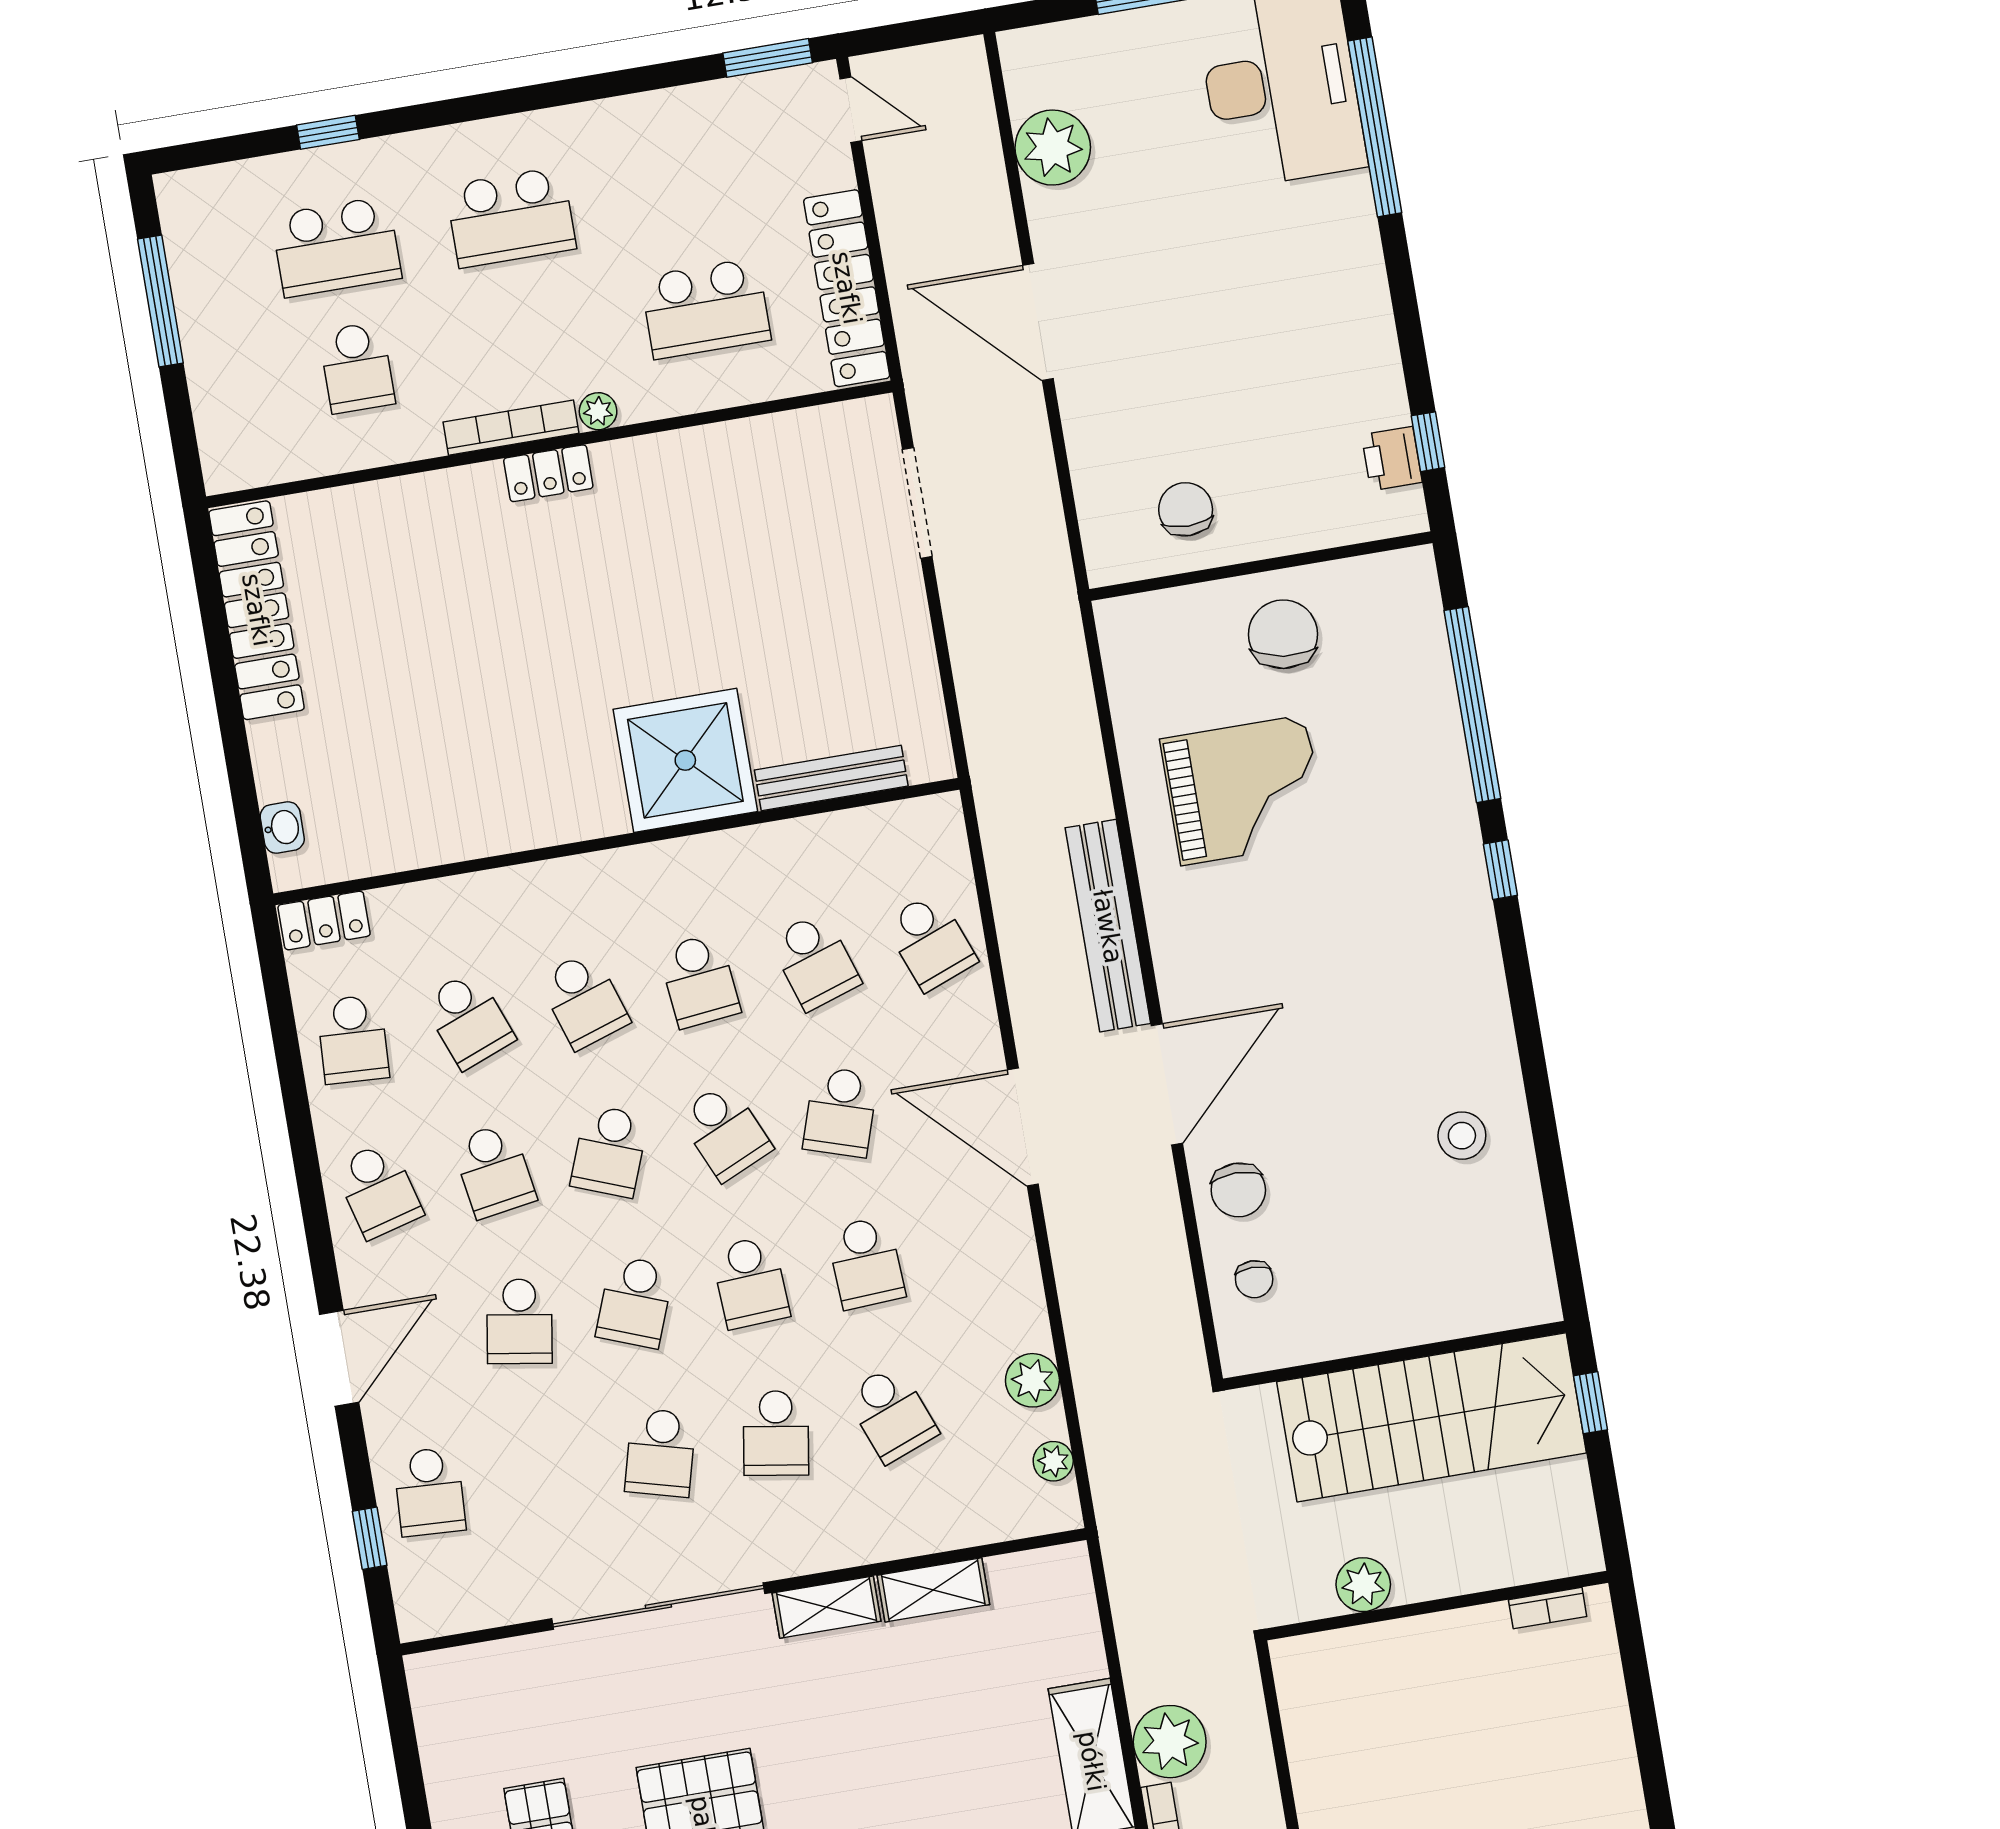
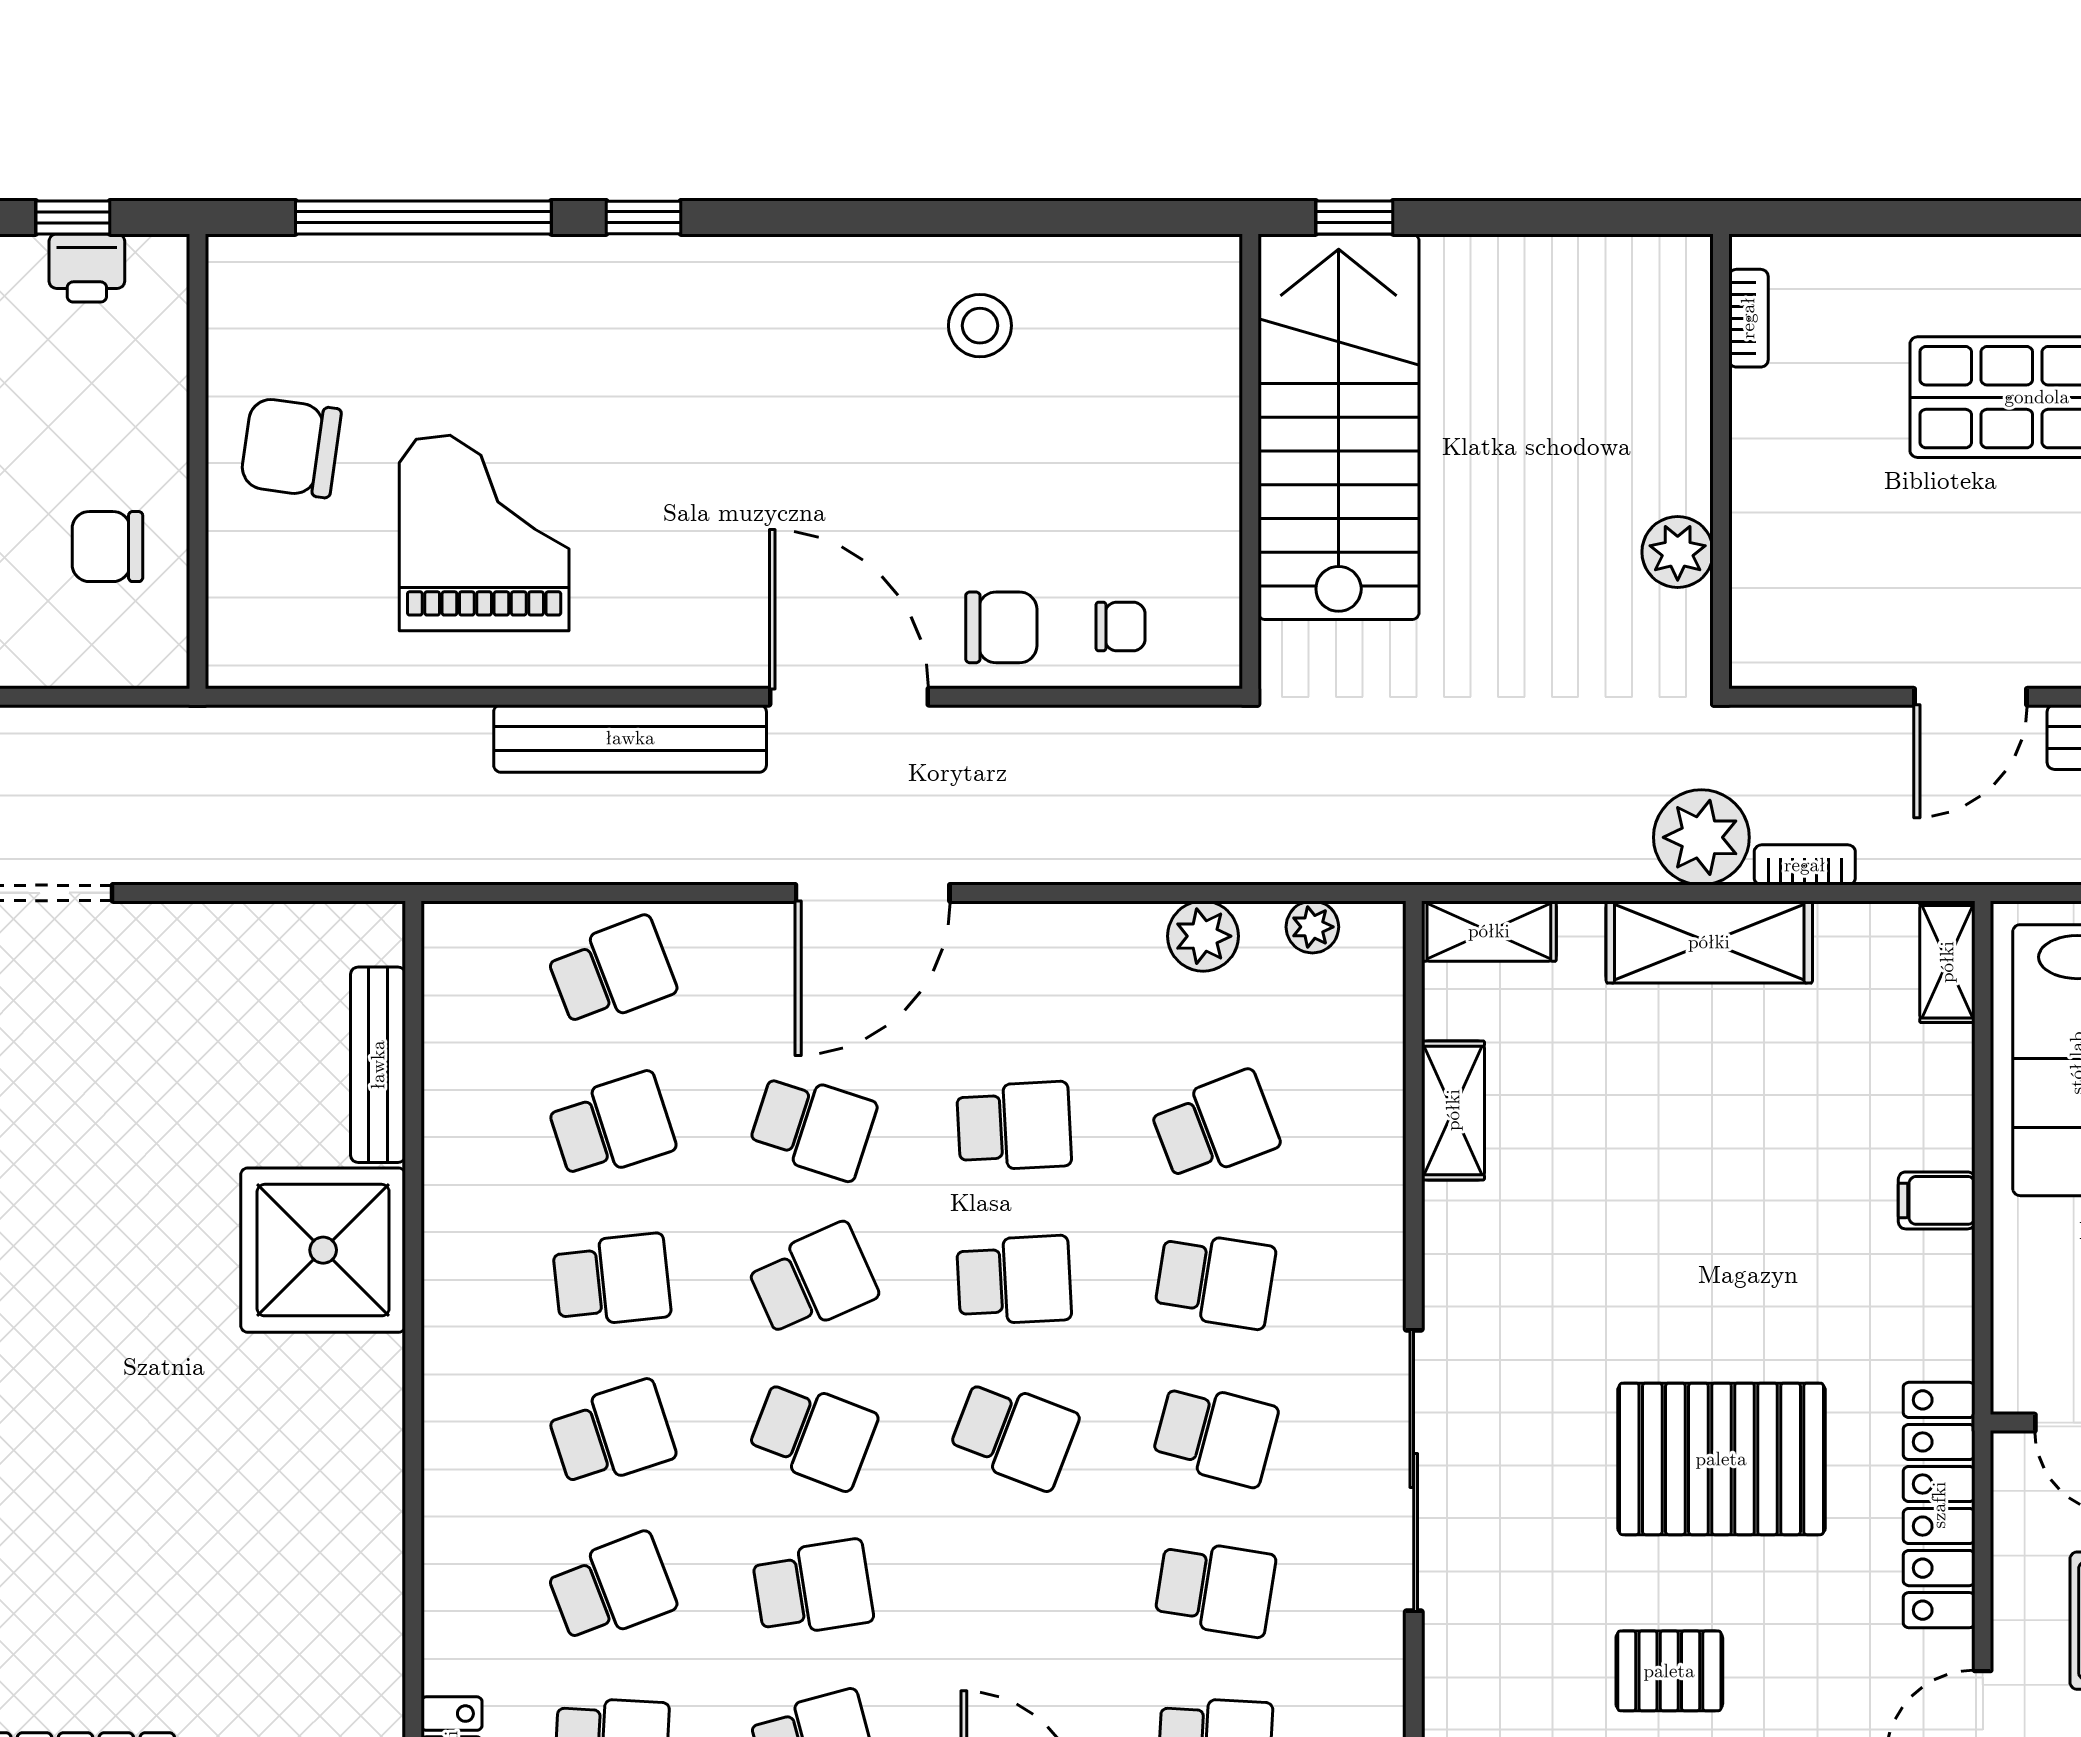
school desk: (519, 1321) -> (1215, 1588), moved
plant: (1363, 1585) -> (1678, 552), moved
wall: (1437, 1606) -> (1721, 461), moved
shelving: (827, 1607) -> (1489, 931), moved, turned 90
bookcase: (1548, 1608) -> (1748, 318), moved

